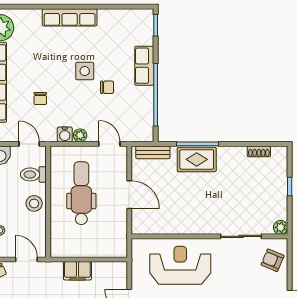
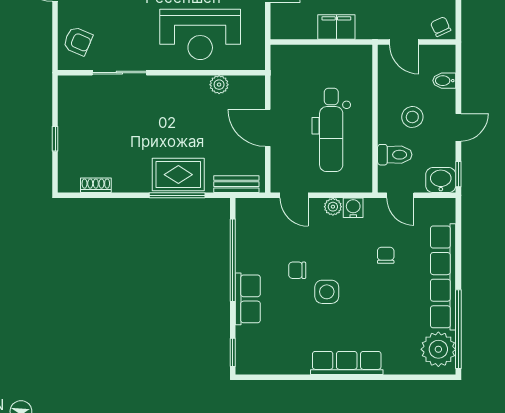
stool: (34, 203) -> (412, 117), moved
plant: (281, 227) -> (219, 85), moved

